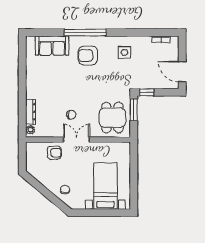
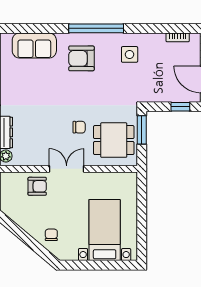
window: (85, 33) -> (96, 28), moved
window: (147, 92) -> (180, 107), moved
chair: (71, 115) -> (79, 127), moved
dining table: (112, 118) -> (114, 140), turned 90

